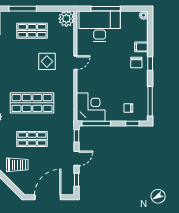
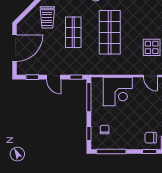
corner desk: (91, 107) -> (118, 91), moved
door: (48, 197) -> (14, 48), hinge flipped

